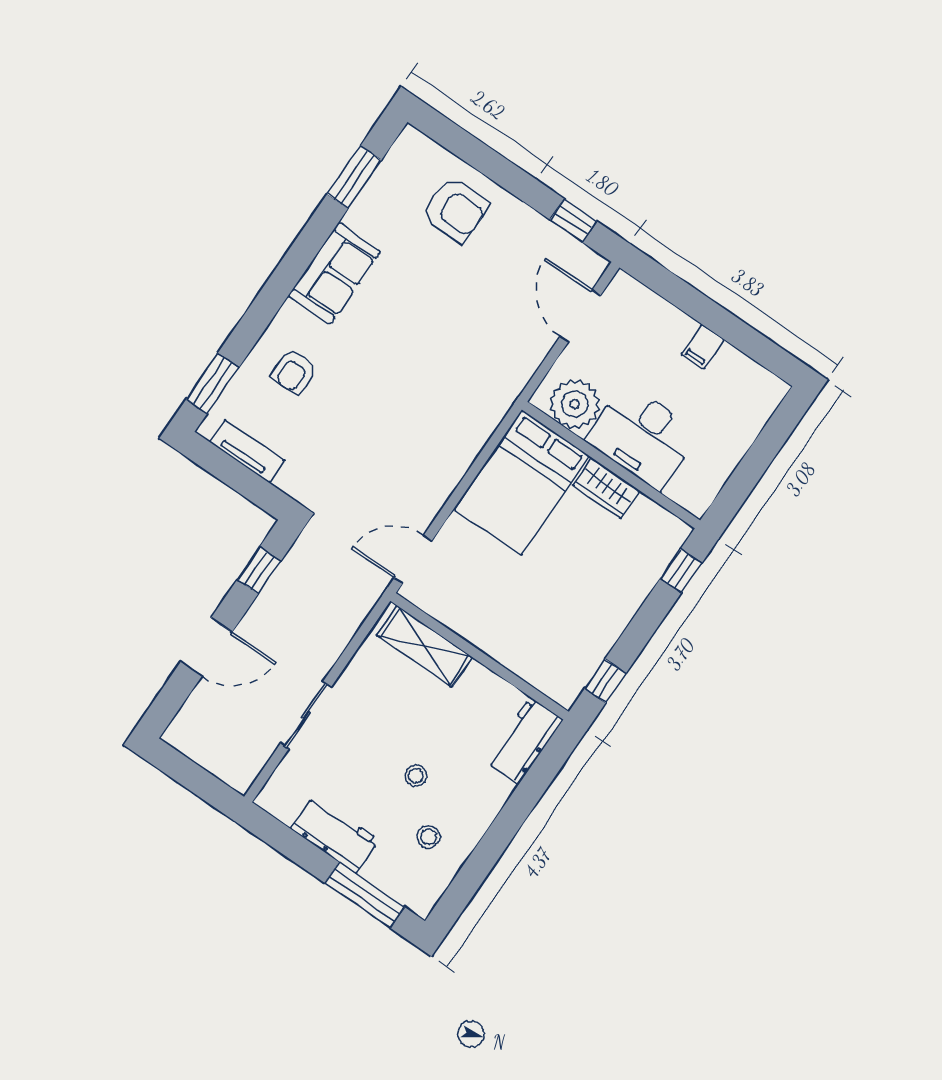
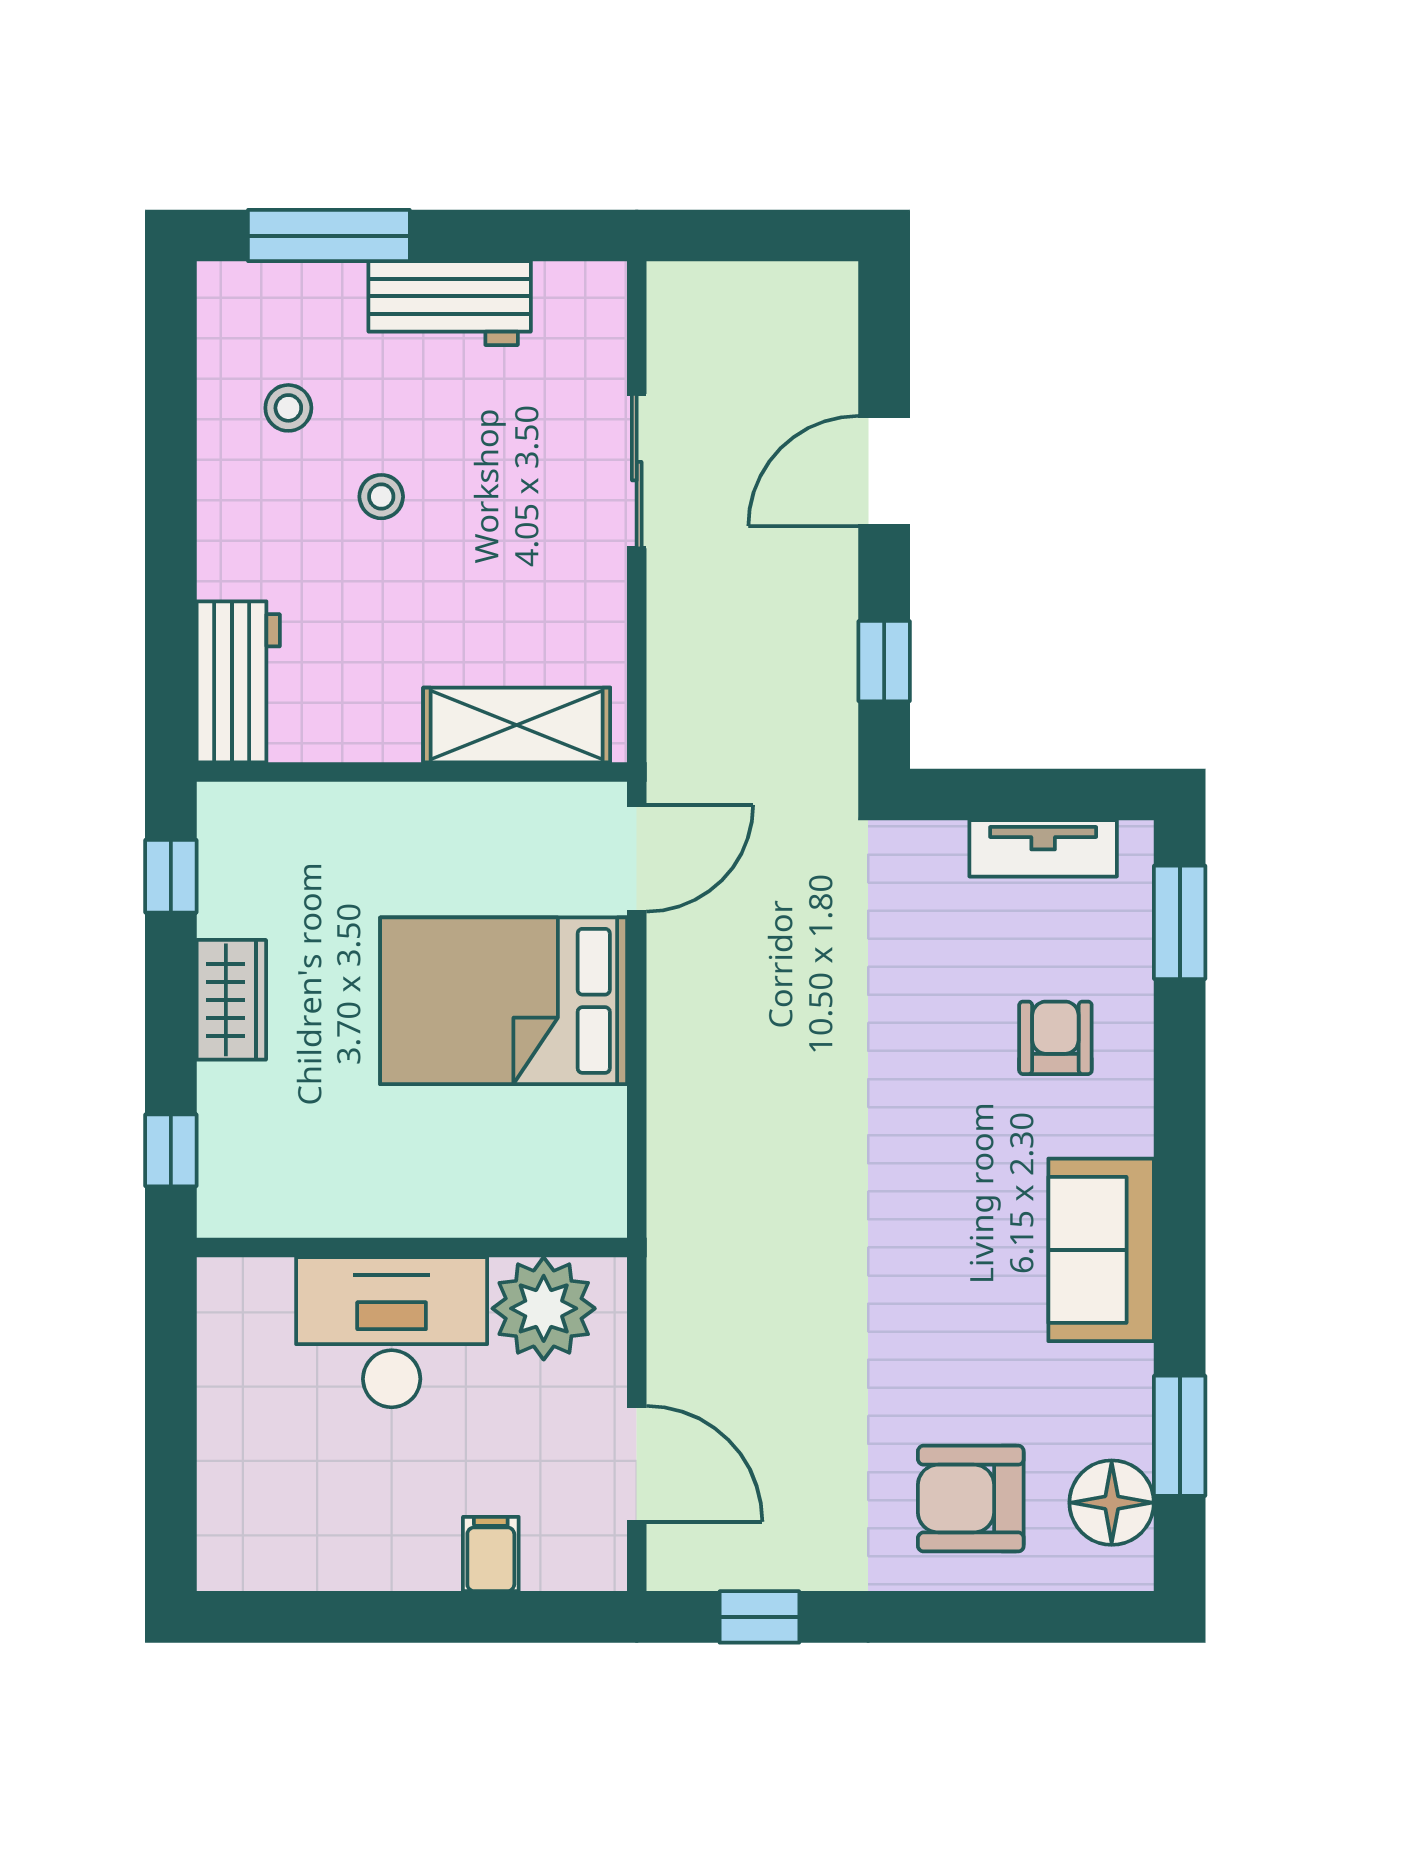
floor lamp: (400, 169) -> (1112, 1503), added
filing cabinet: (703, 347) -> (491, 1554), moved
bed: (522, 483) -> (504, 1001), moved, turned -90
wardrobe: (606, 488) -> (231, 1000), moved, turned 90

